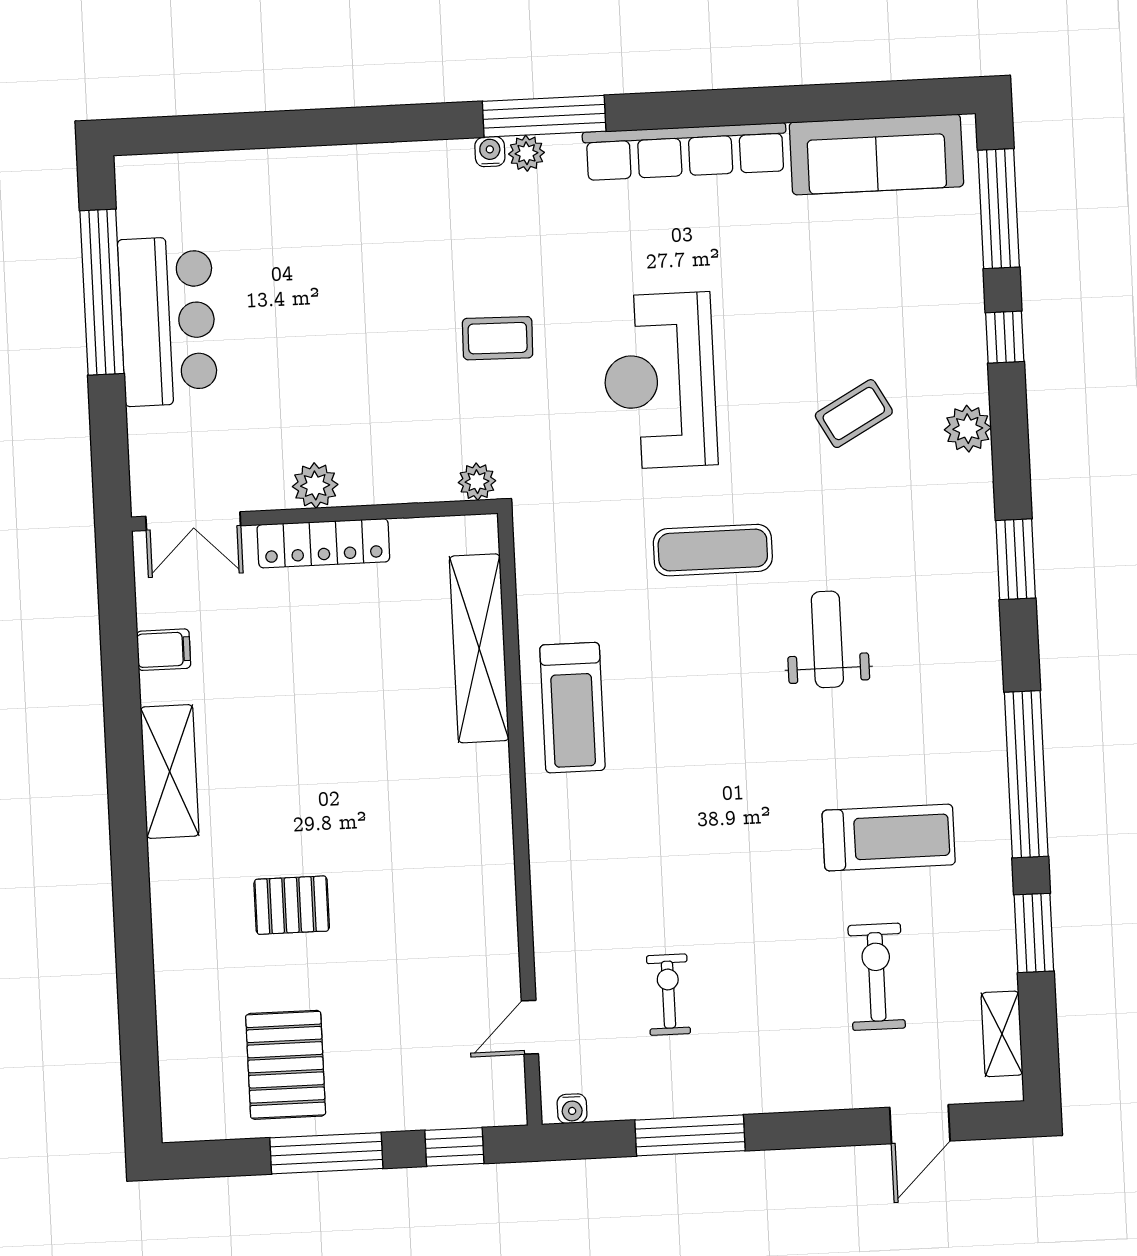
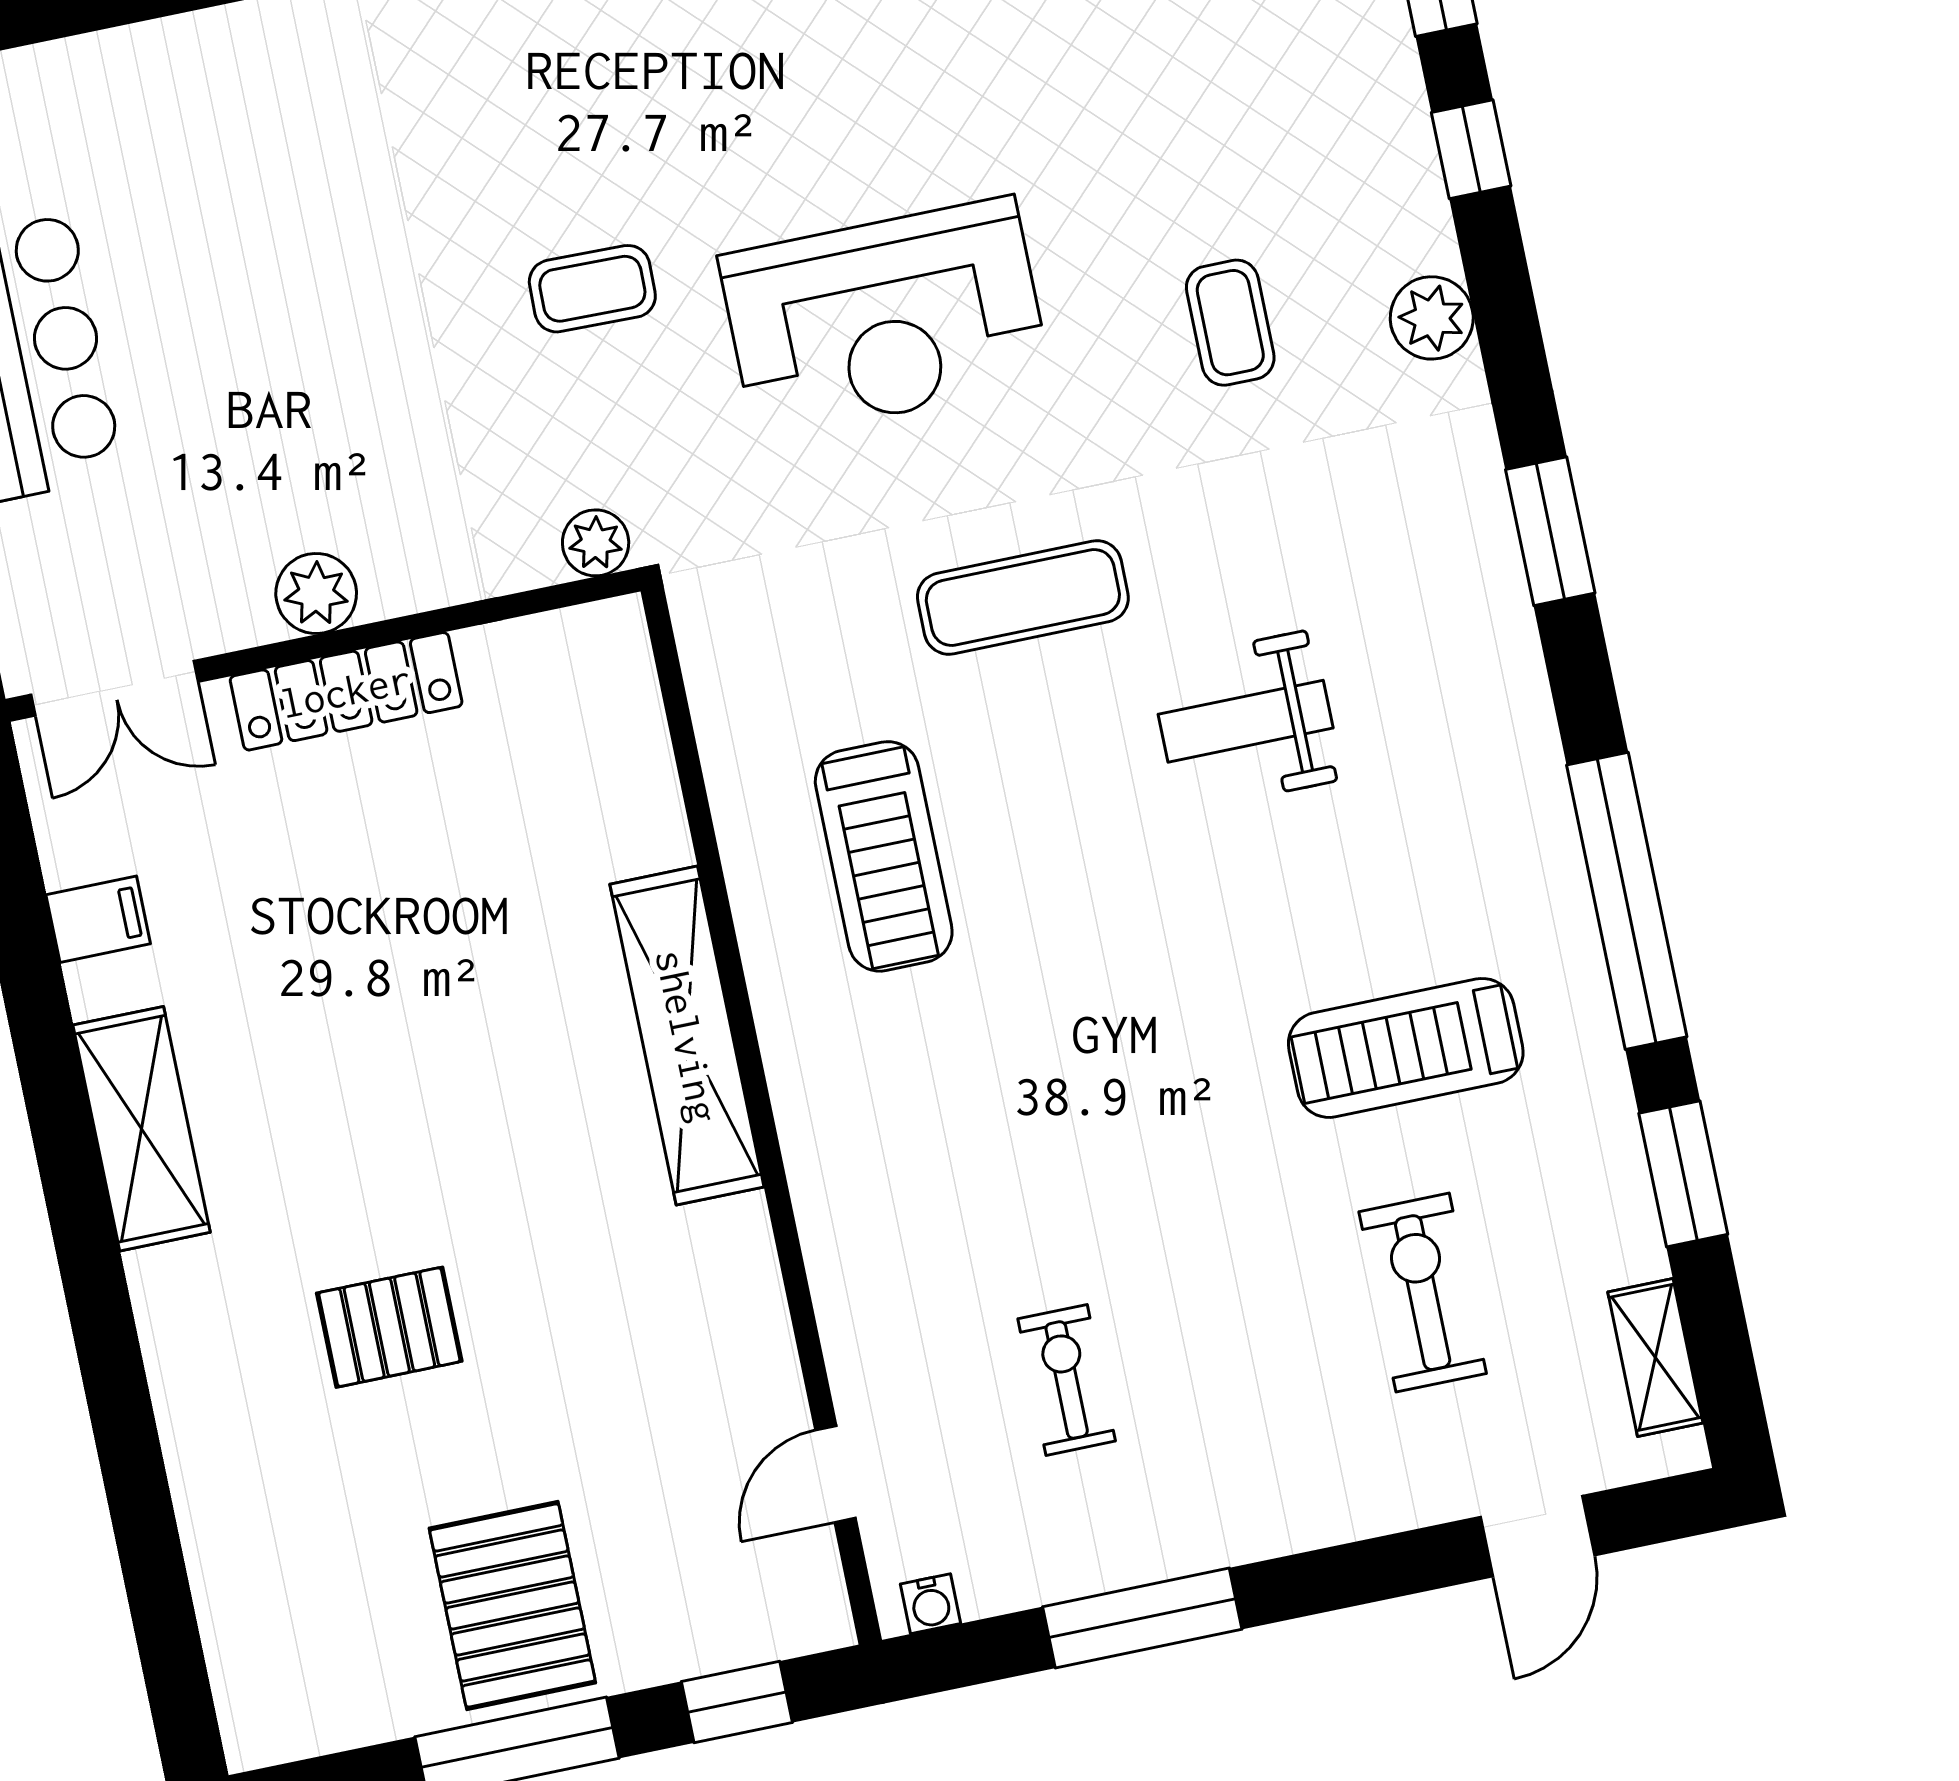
reception desk: (660, 381) -> (885, 318), turned -90
coffee table: (854, 414) -> (1230, 323), turned -61
weight bench: (827, 639) -> (1246, 721), turned -90
shelving: (479, 648) -> (687, 1036), moved
treadmill: (572, 708) -> (884, 856), moved
treadmill: (889, 838) -> (1406, 1048), turned 180
pallet: (286, 1065) -> (512, 1605), moved

